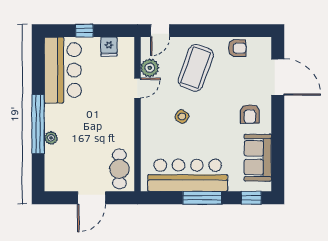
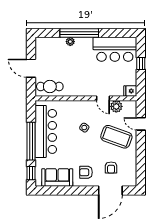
door: (160, 31) -> (141, 124), moved
fridge: (109, 47) -> (130, 91), moved
armchair: (237, 48) -> (111, 168), moved
window: (202, 198) -> (31, 141), width x1.46

